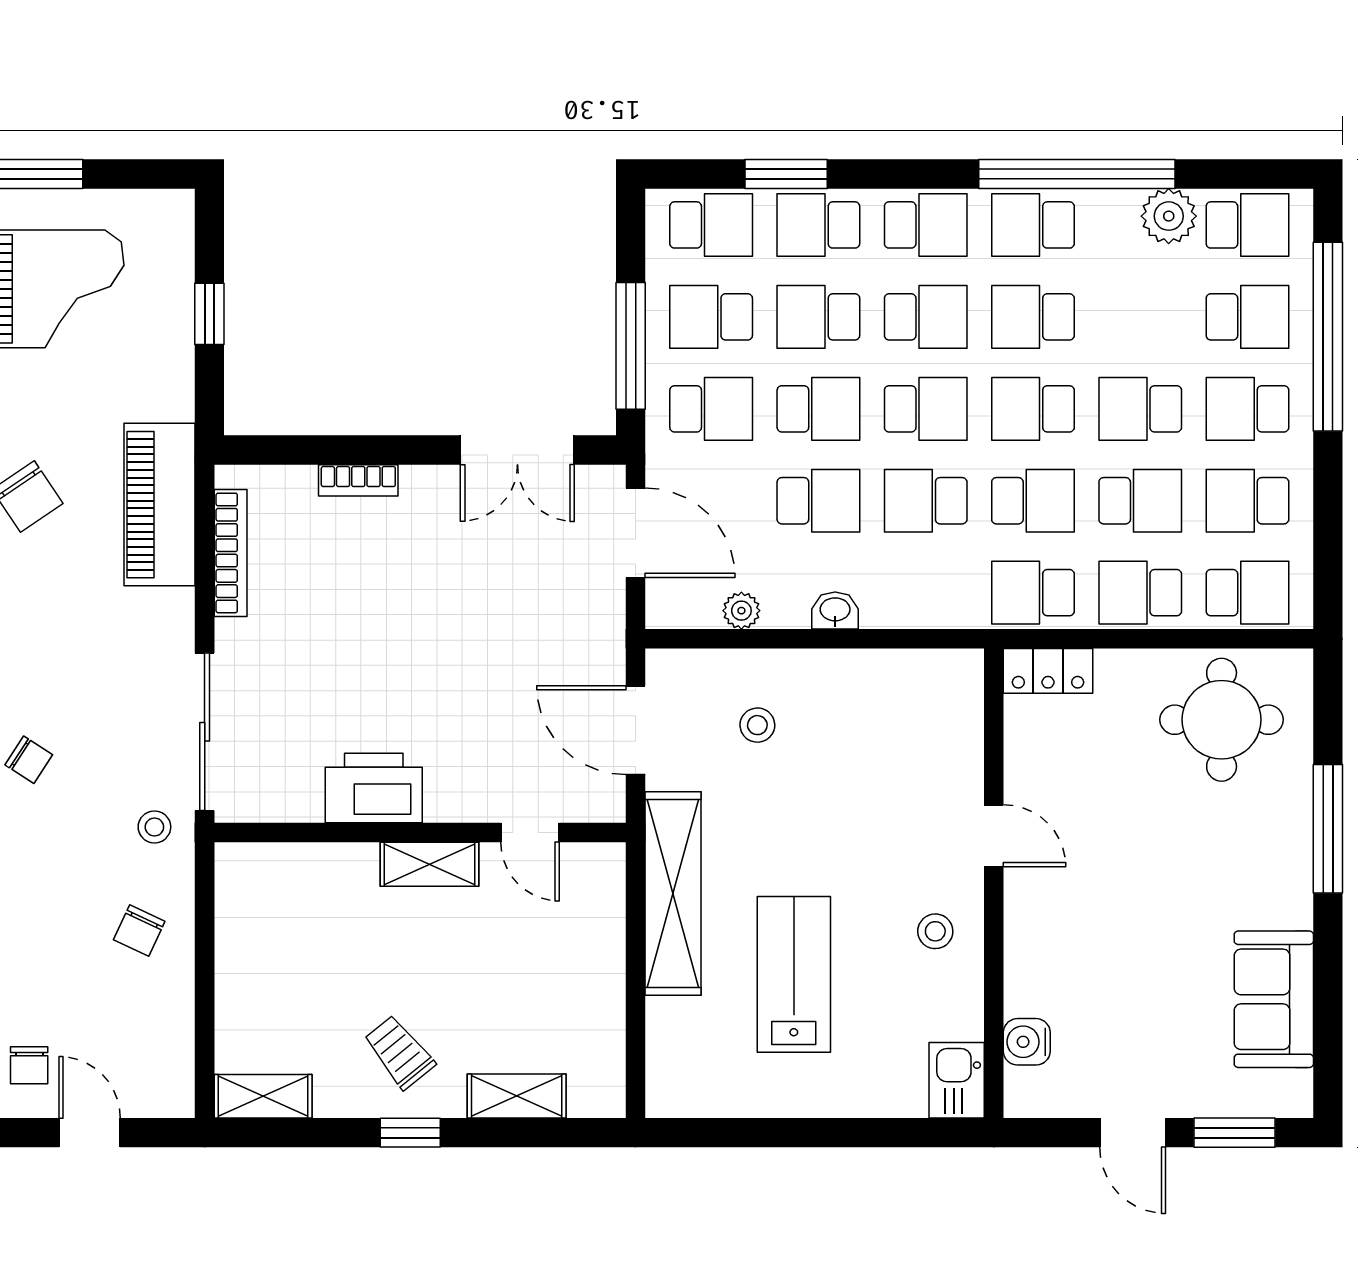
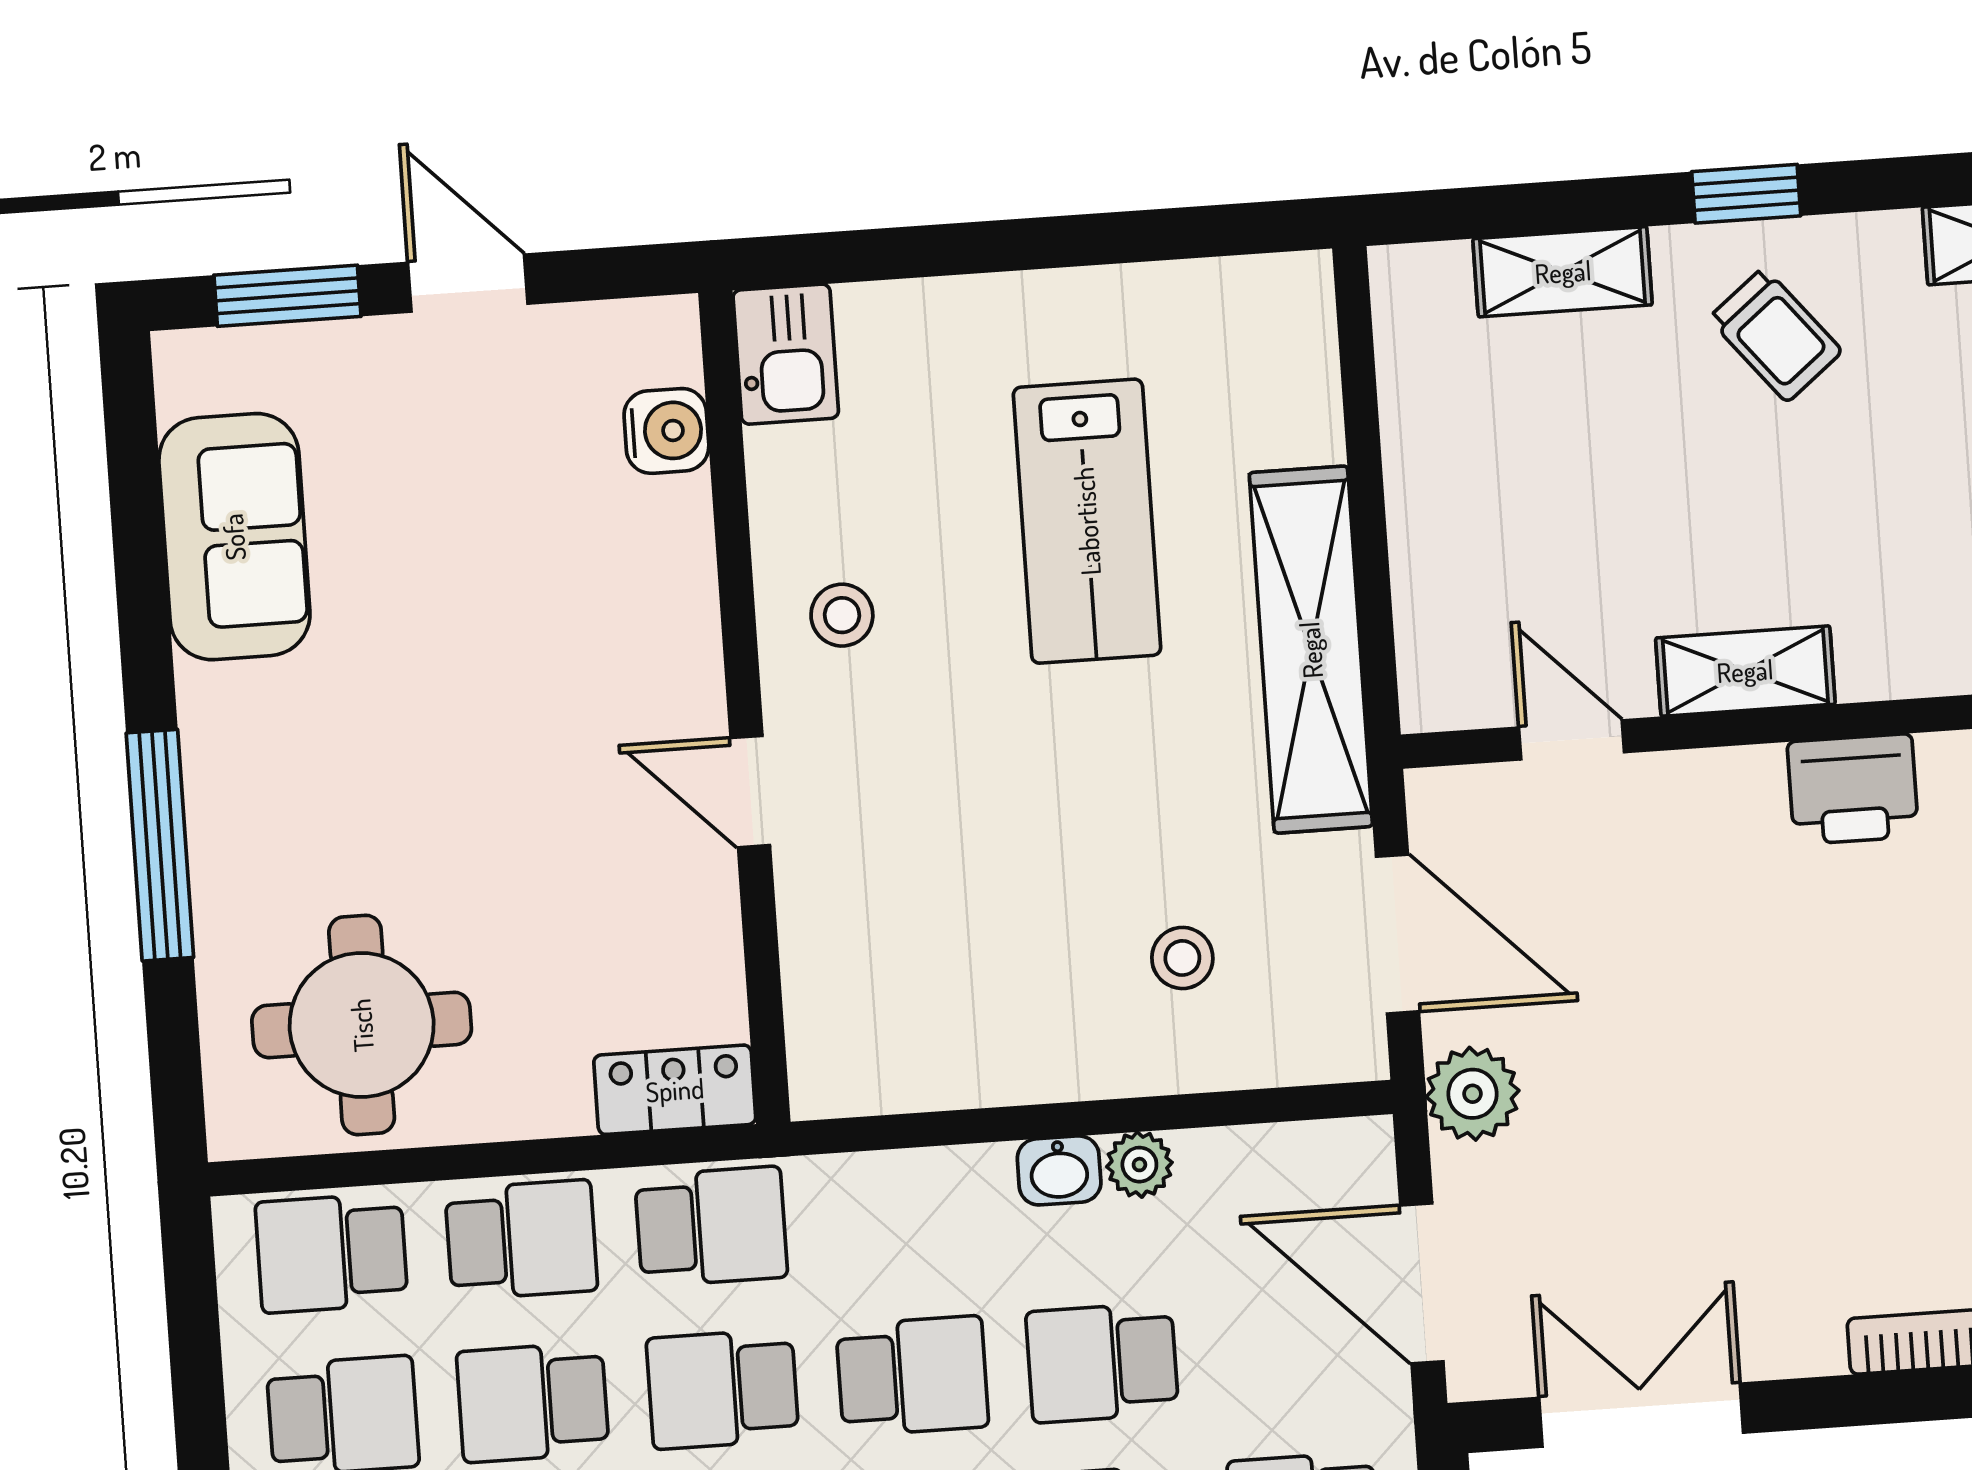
plant: (741, 611) -> (1139, 1165), moved
plant: (600, 637) -> (1473, 1094), added
printer: (374, 788) -> (1853, 789), width x0.73, depth x0.84

